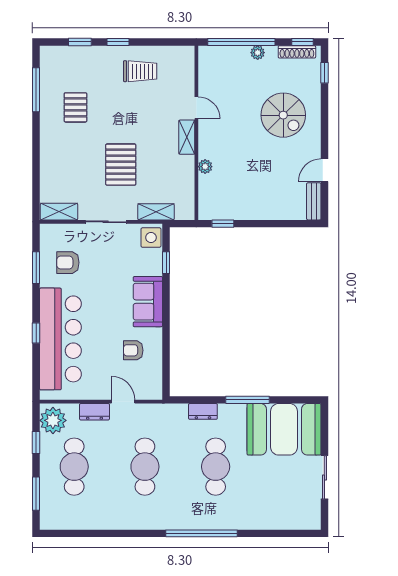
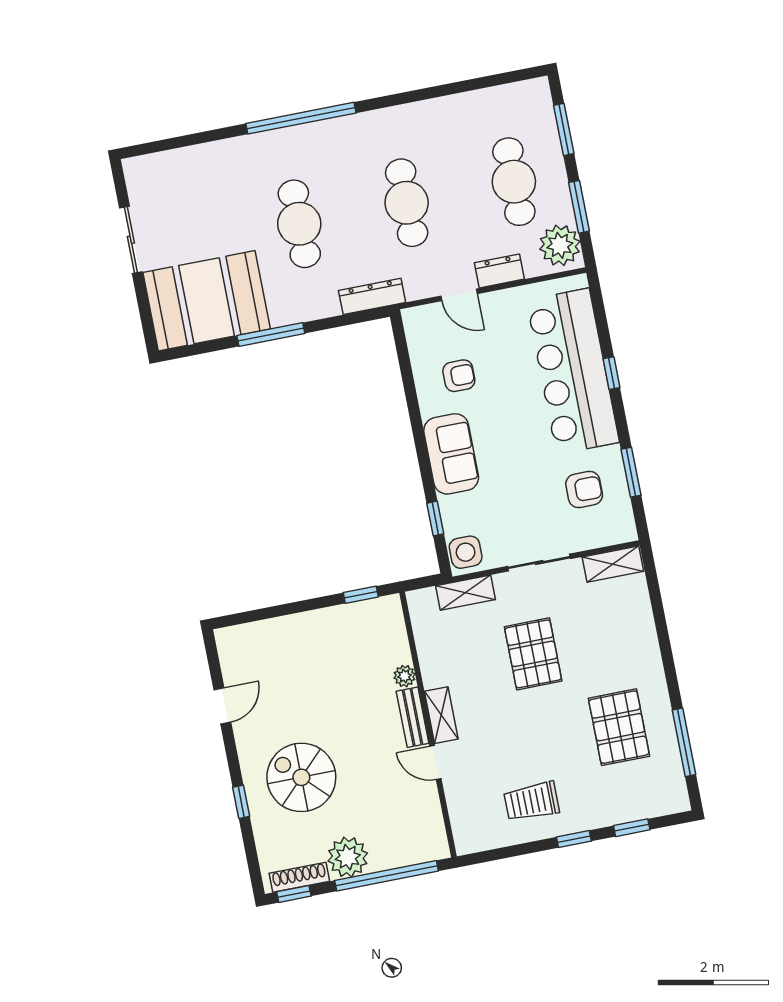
plant: (258, 53) -> (348, 857), width x1.88, depth x1.88
window: (324, 73) -> (241, 802), moved
pallet: (75, 107) -> (619, 727), width x1.50, depth x1.42
bench: (314, 201) -> (413, 717), moved
dresser: (203, 411) -> (372, 296), moved, width x1.44
window: (36, 443) -> (579, 207), width x1.50

